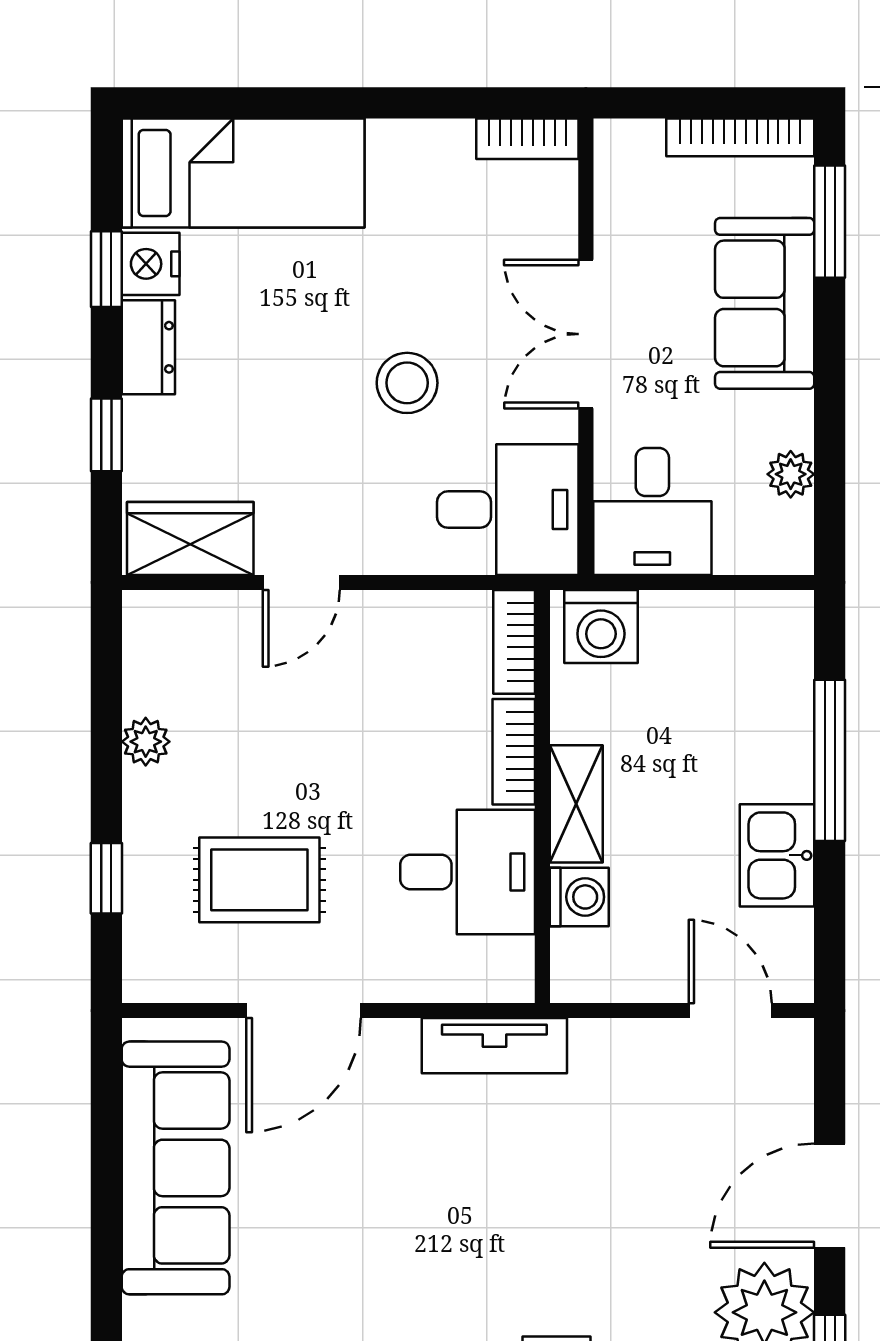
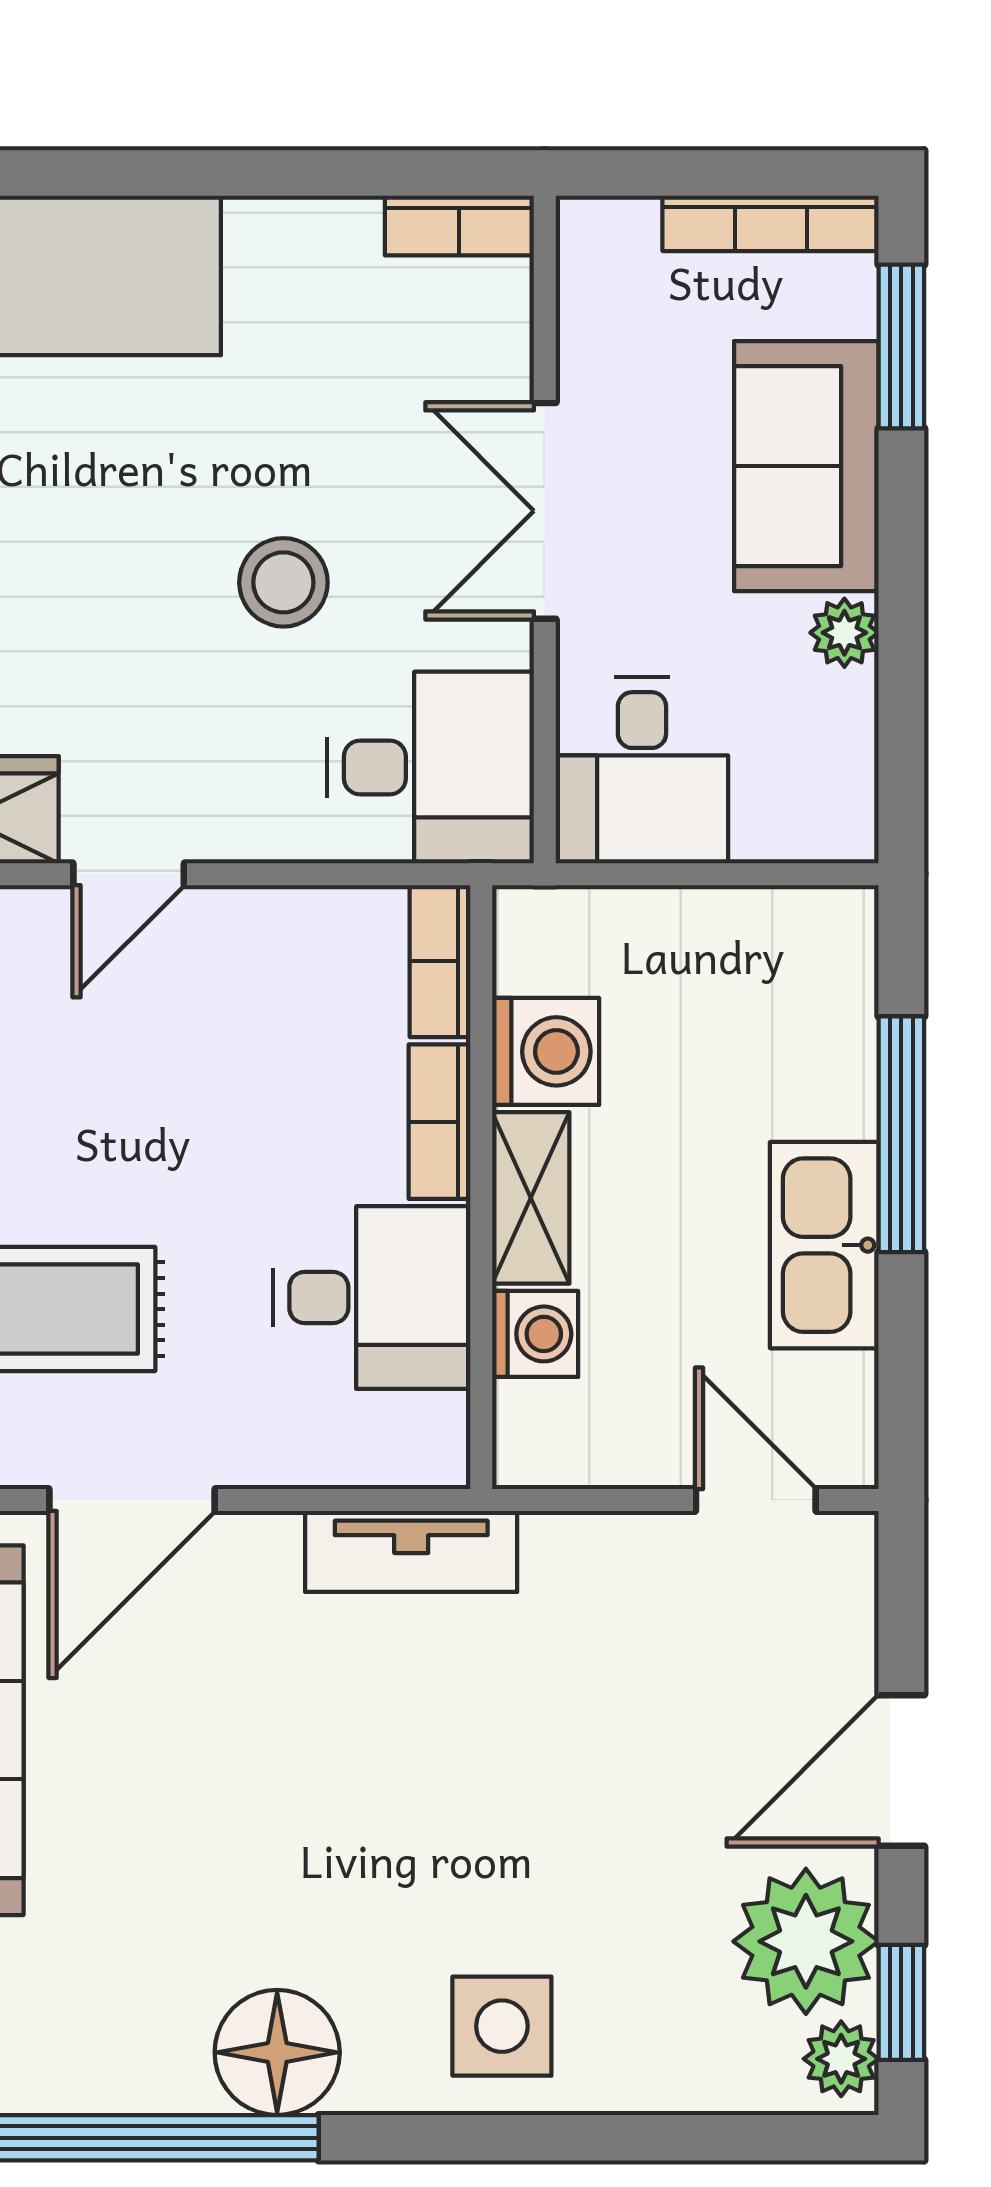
plant: (791, 474) -> (844, 633), moved
washing machine: (601, 626) -> (546, 1051), moved, turned -90
kitchen sink: (777, 855) -> (824, 1245), width x1.38

